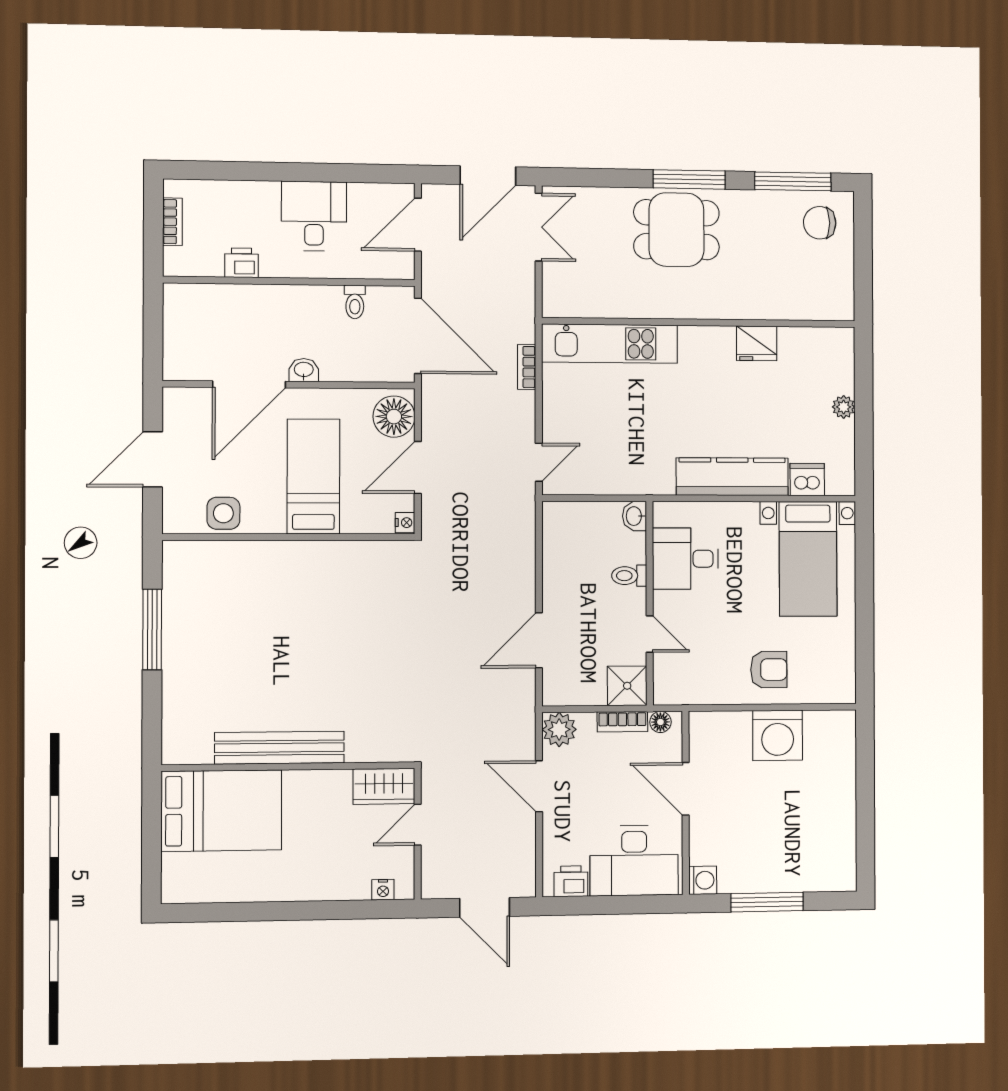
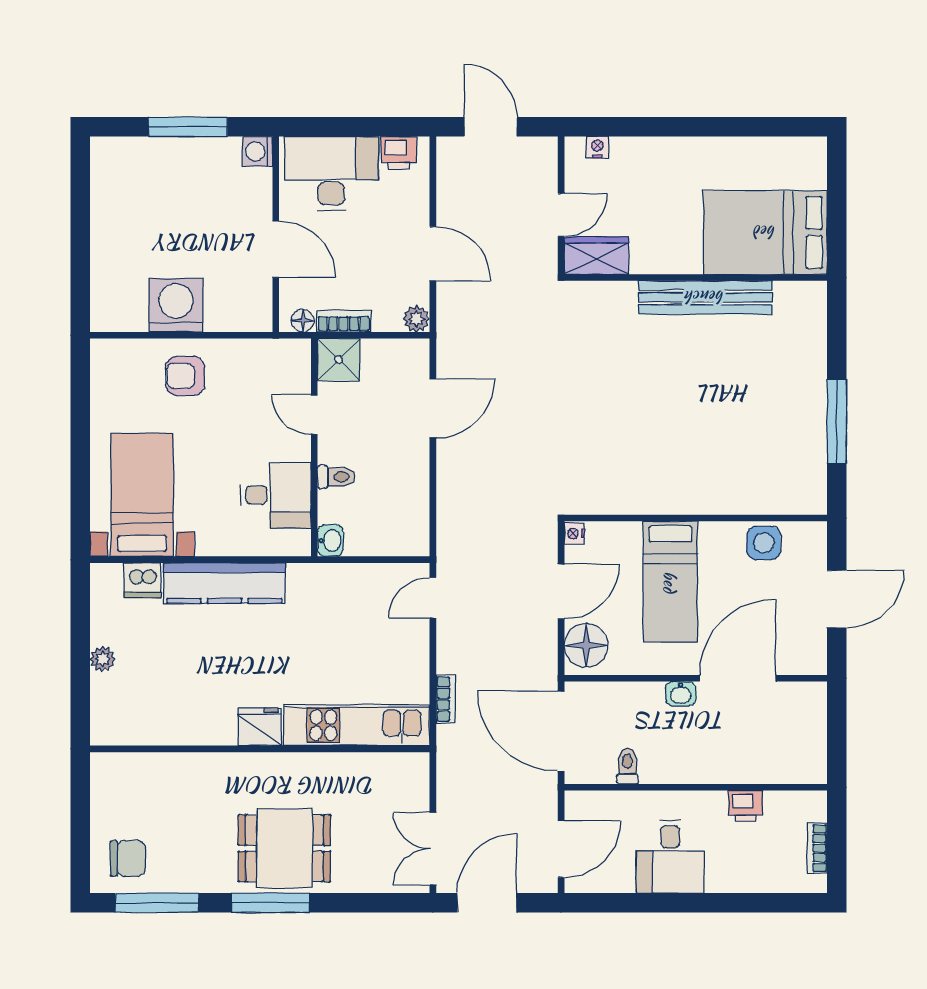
fridge: (757, 343) -> (260, 727), moved
plant: (559, 729) -> (416, 319), width x0.73, depth x0.73

